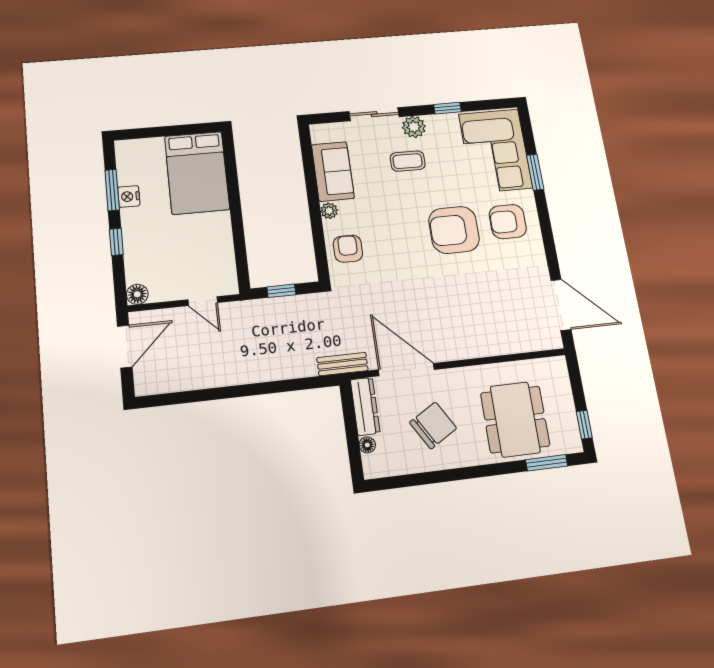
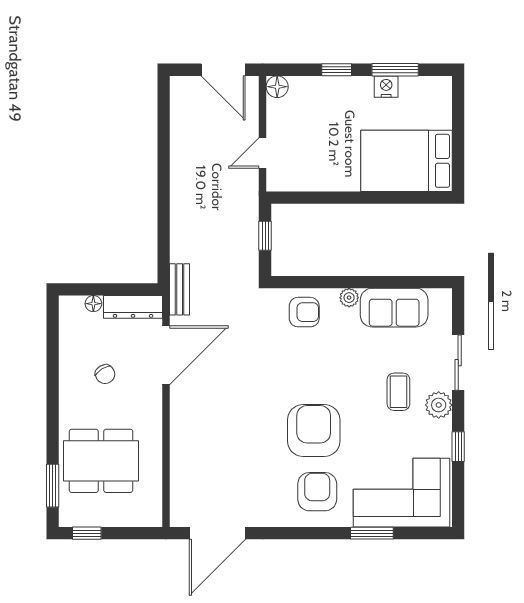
chair: (433, 425) -> (105, 374), width x0.54, depth x0.54

